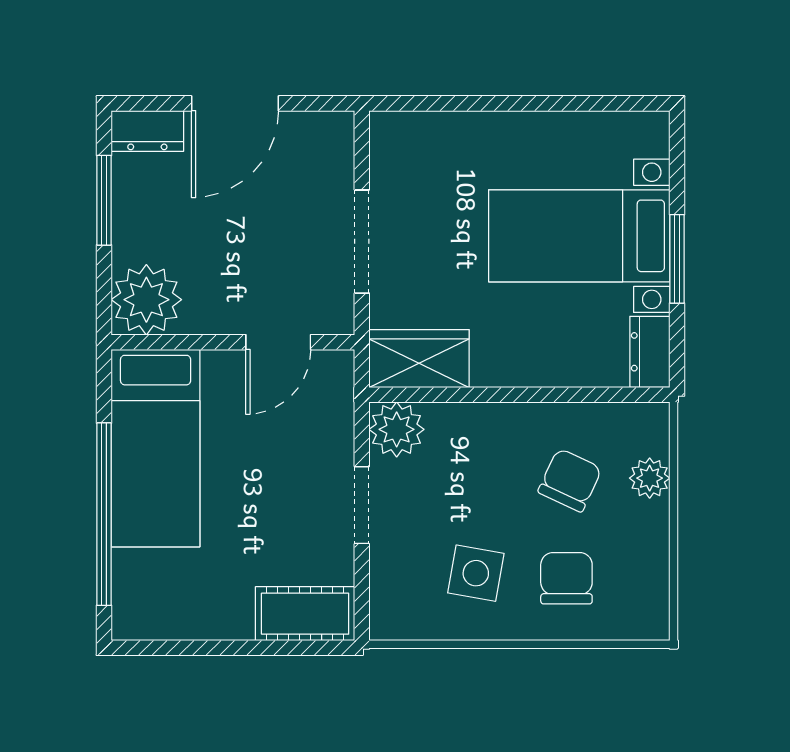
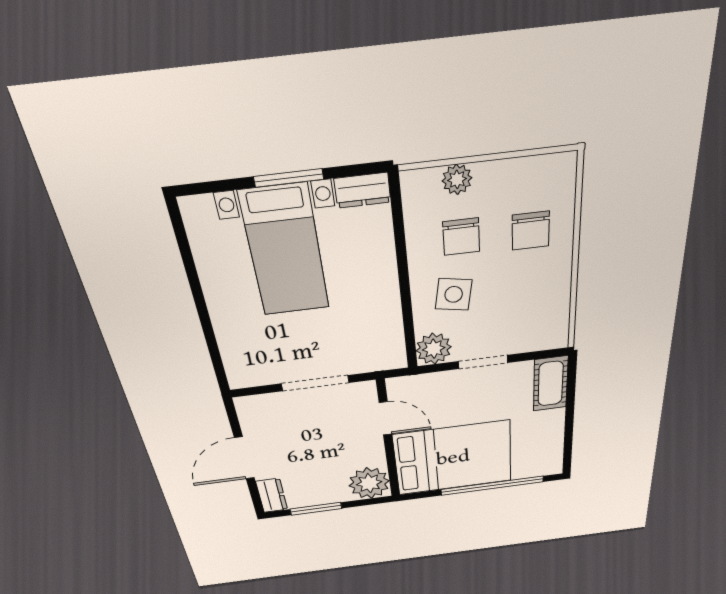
door: (235, 103) -> (244, 458), swing flipped
wardrobe: (419, 359) -> (386, 342), removed
bed: (156, 448) -> (453, 458), width x1.50
chair: (570, 480) -> (461, 237), turned -115
side table: (476, 573) -> (454, 294), moved
chair: (566, 578) -> (531, 231), turned -90

